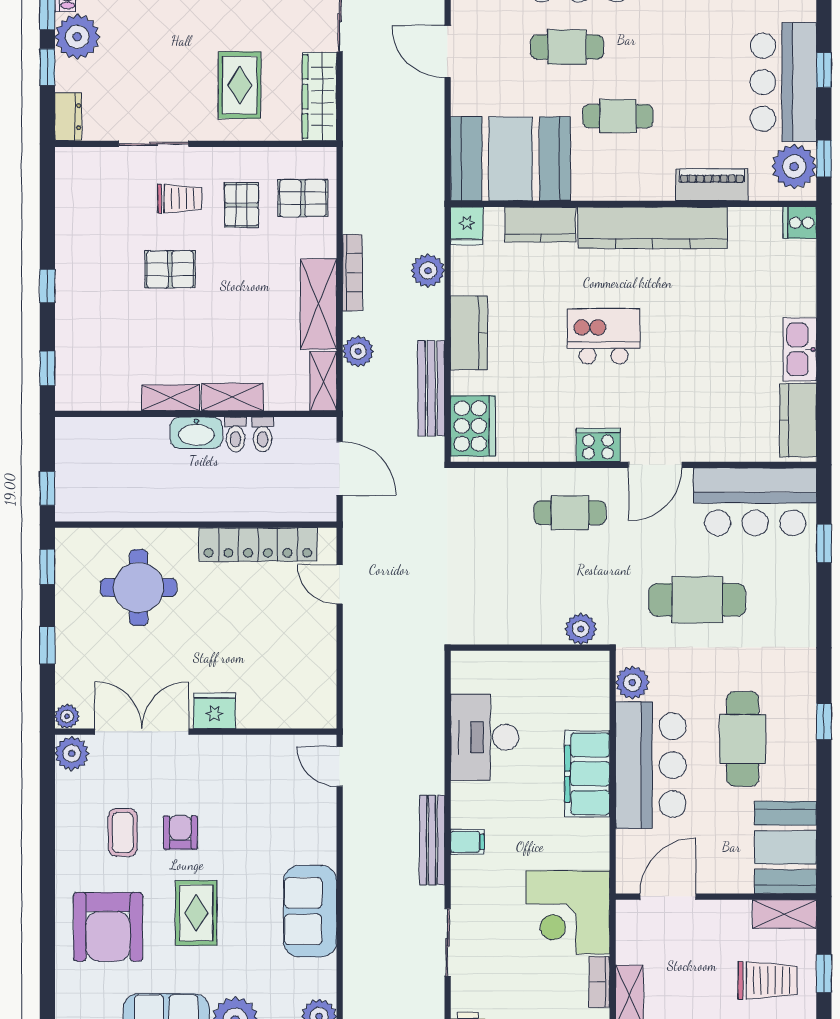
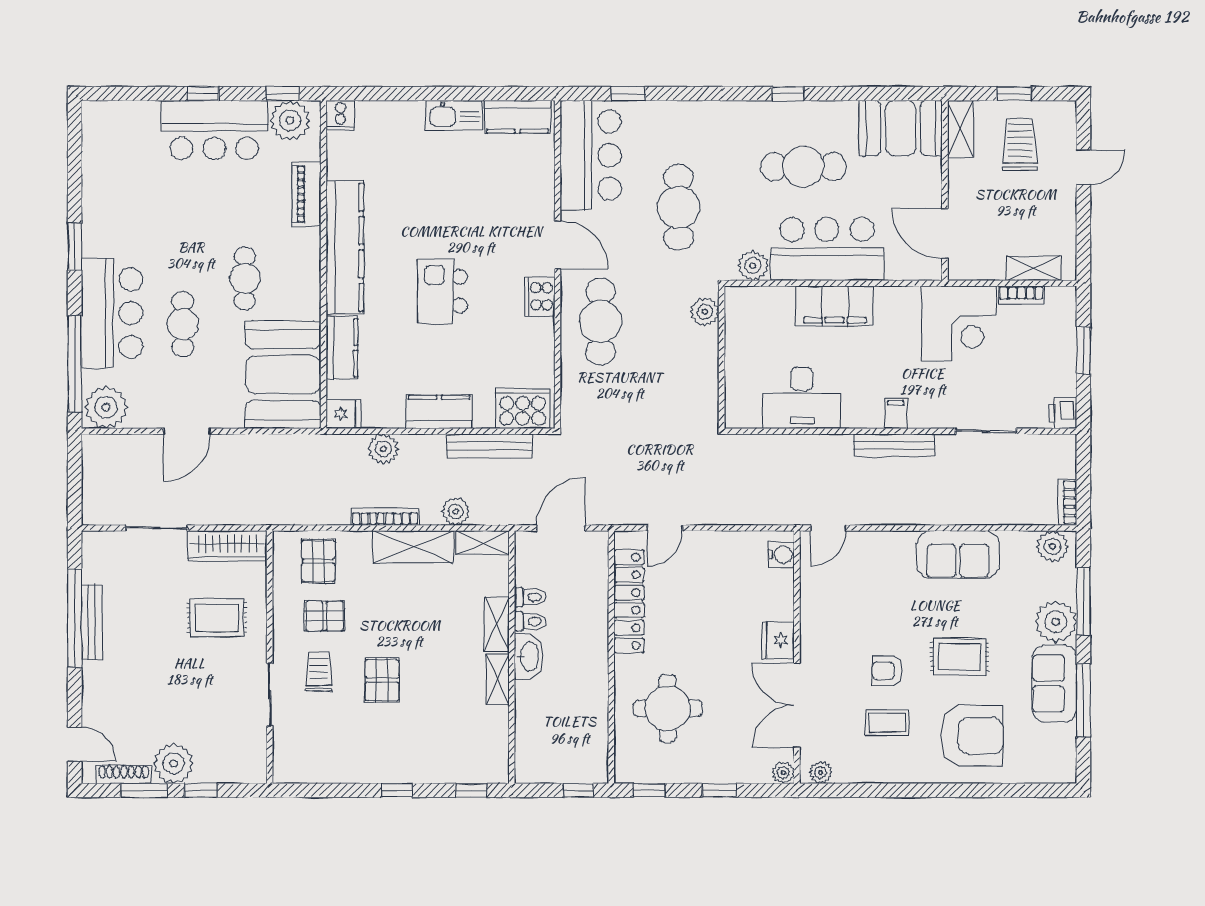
dresser: (68, 117) -> (245, 772), removed
cafe table: (570, 513) -> (601, 322), width x1.37, depth x1.35
water cooler: (310, 714) -> (781, 555), added
plant: (72, 753) -> (821, 772), width x0.73, depth x0.73

